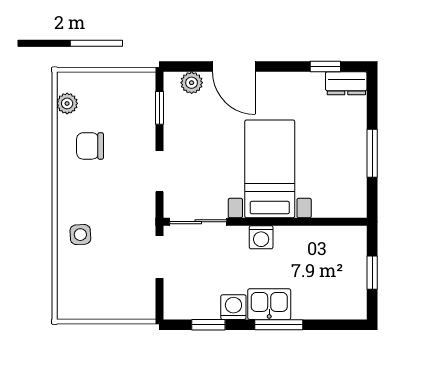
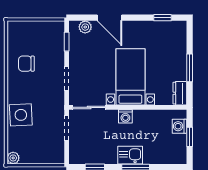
dresser: (346, 83) -> (180, 93), moved, turned 90
plant: (67, 103) -> (13, 158), moved
side table: (80, 235) -> (21, 115), width x1.87, depth x1.87
washing machine: (233, 307) -> (179, 126), moved, turned -90

